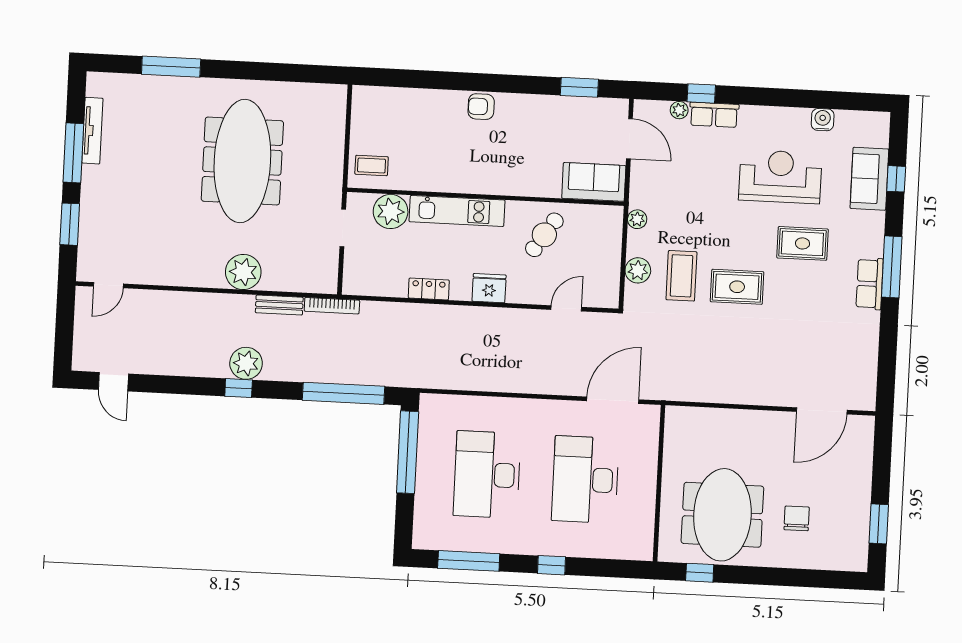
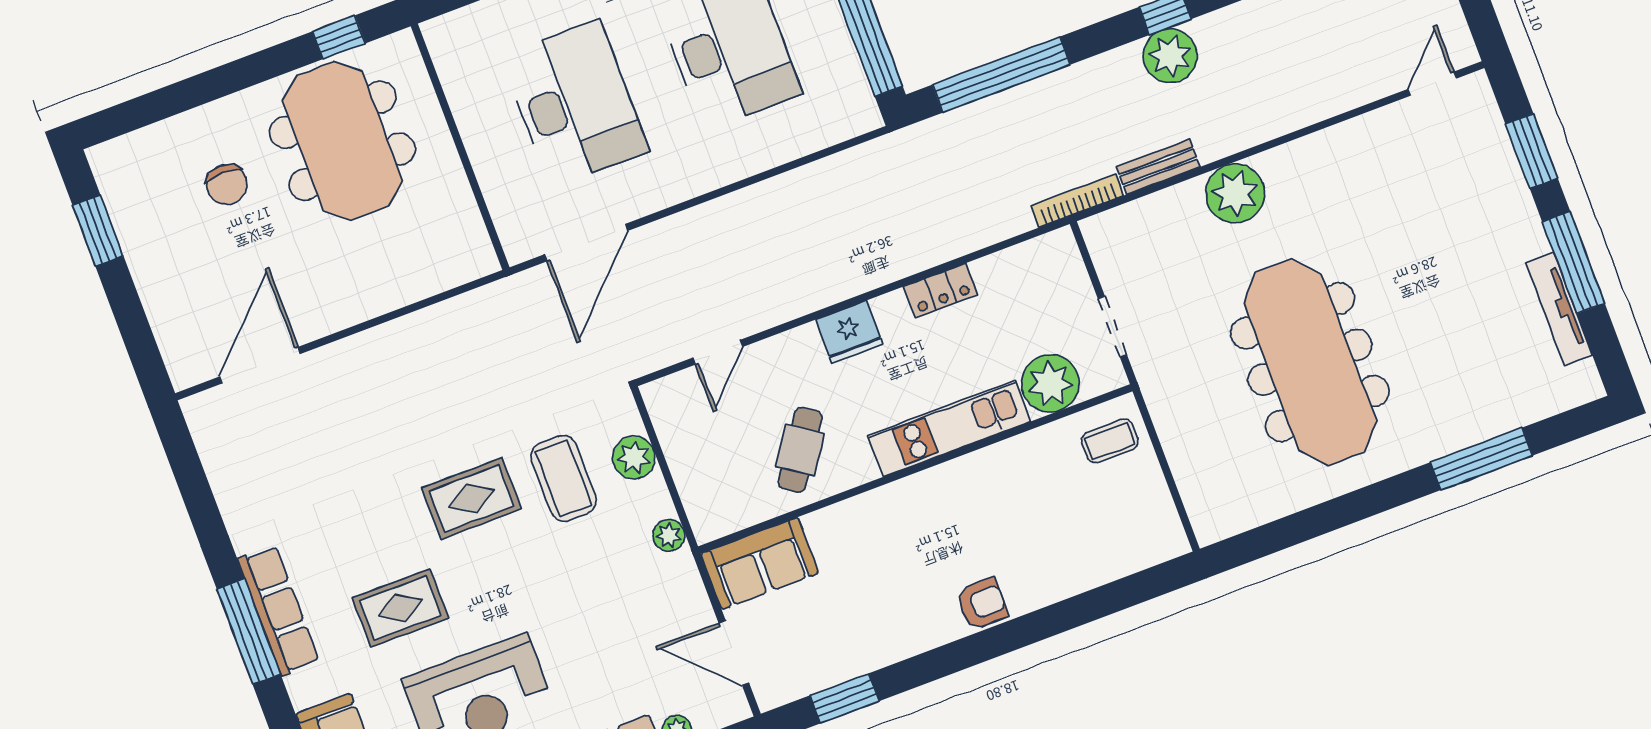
row of seats: (870, 284) -> (278, 610), width x1.48

